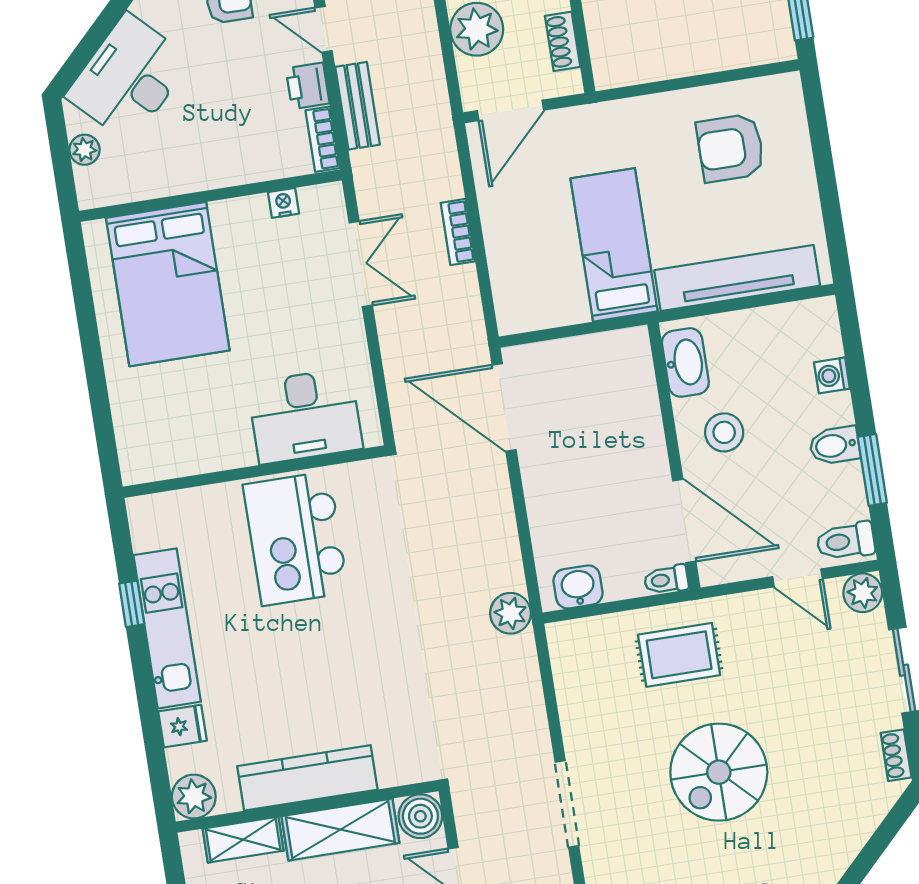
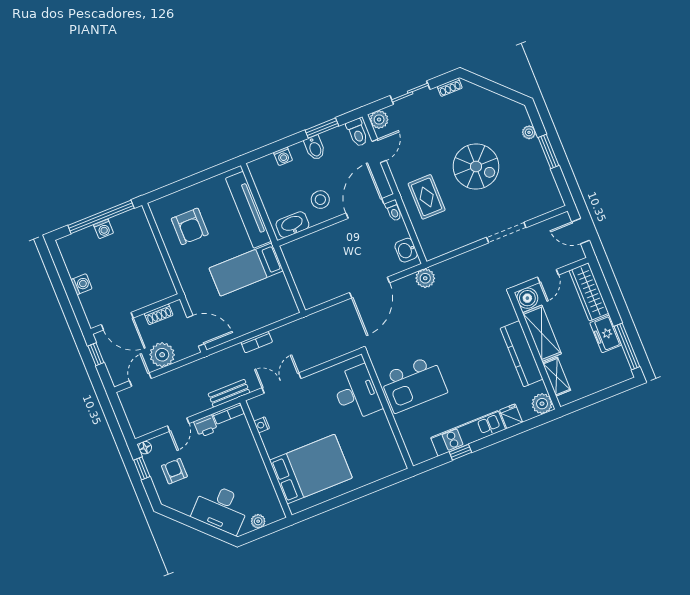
bench: (358, 106) -> (229, 393), moved
door: (504, 407) -> (369, 288), moved

